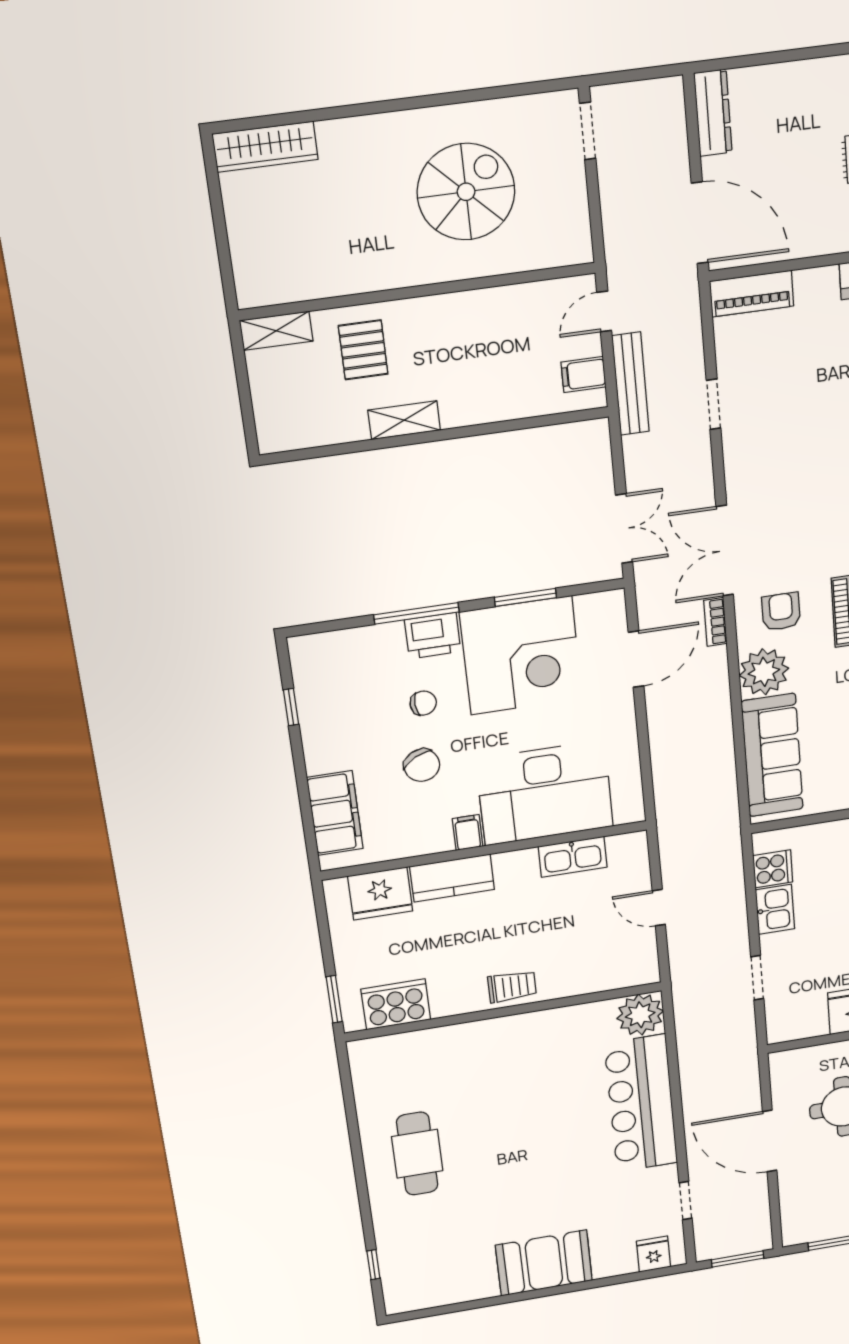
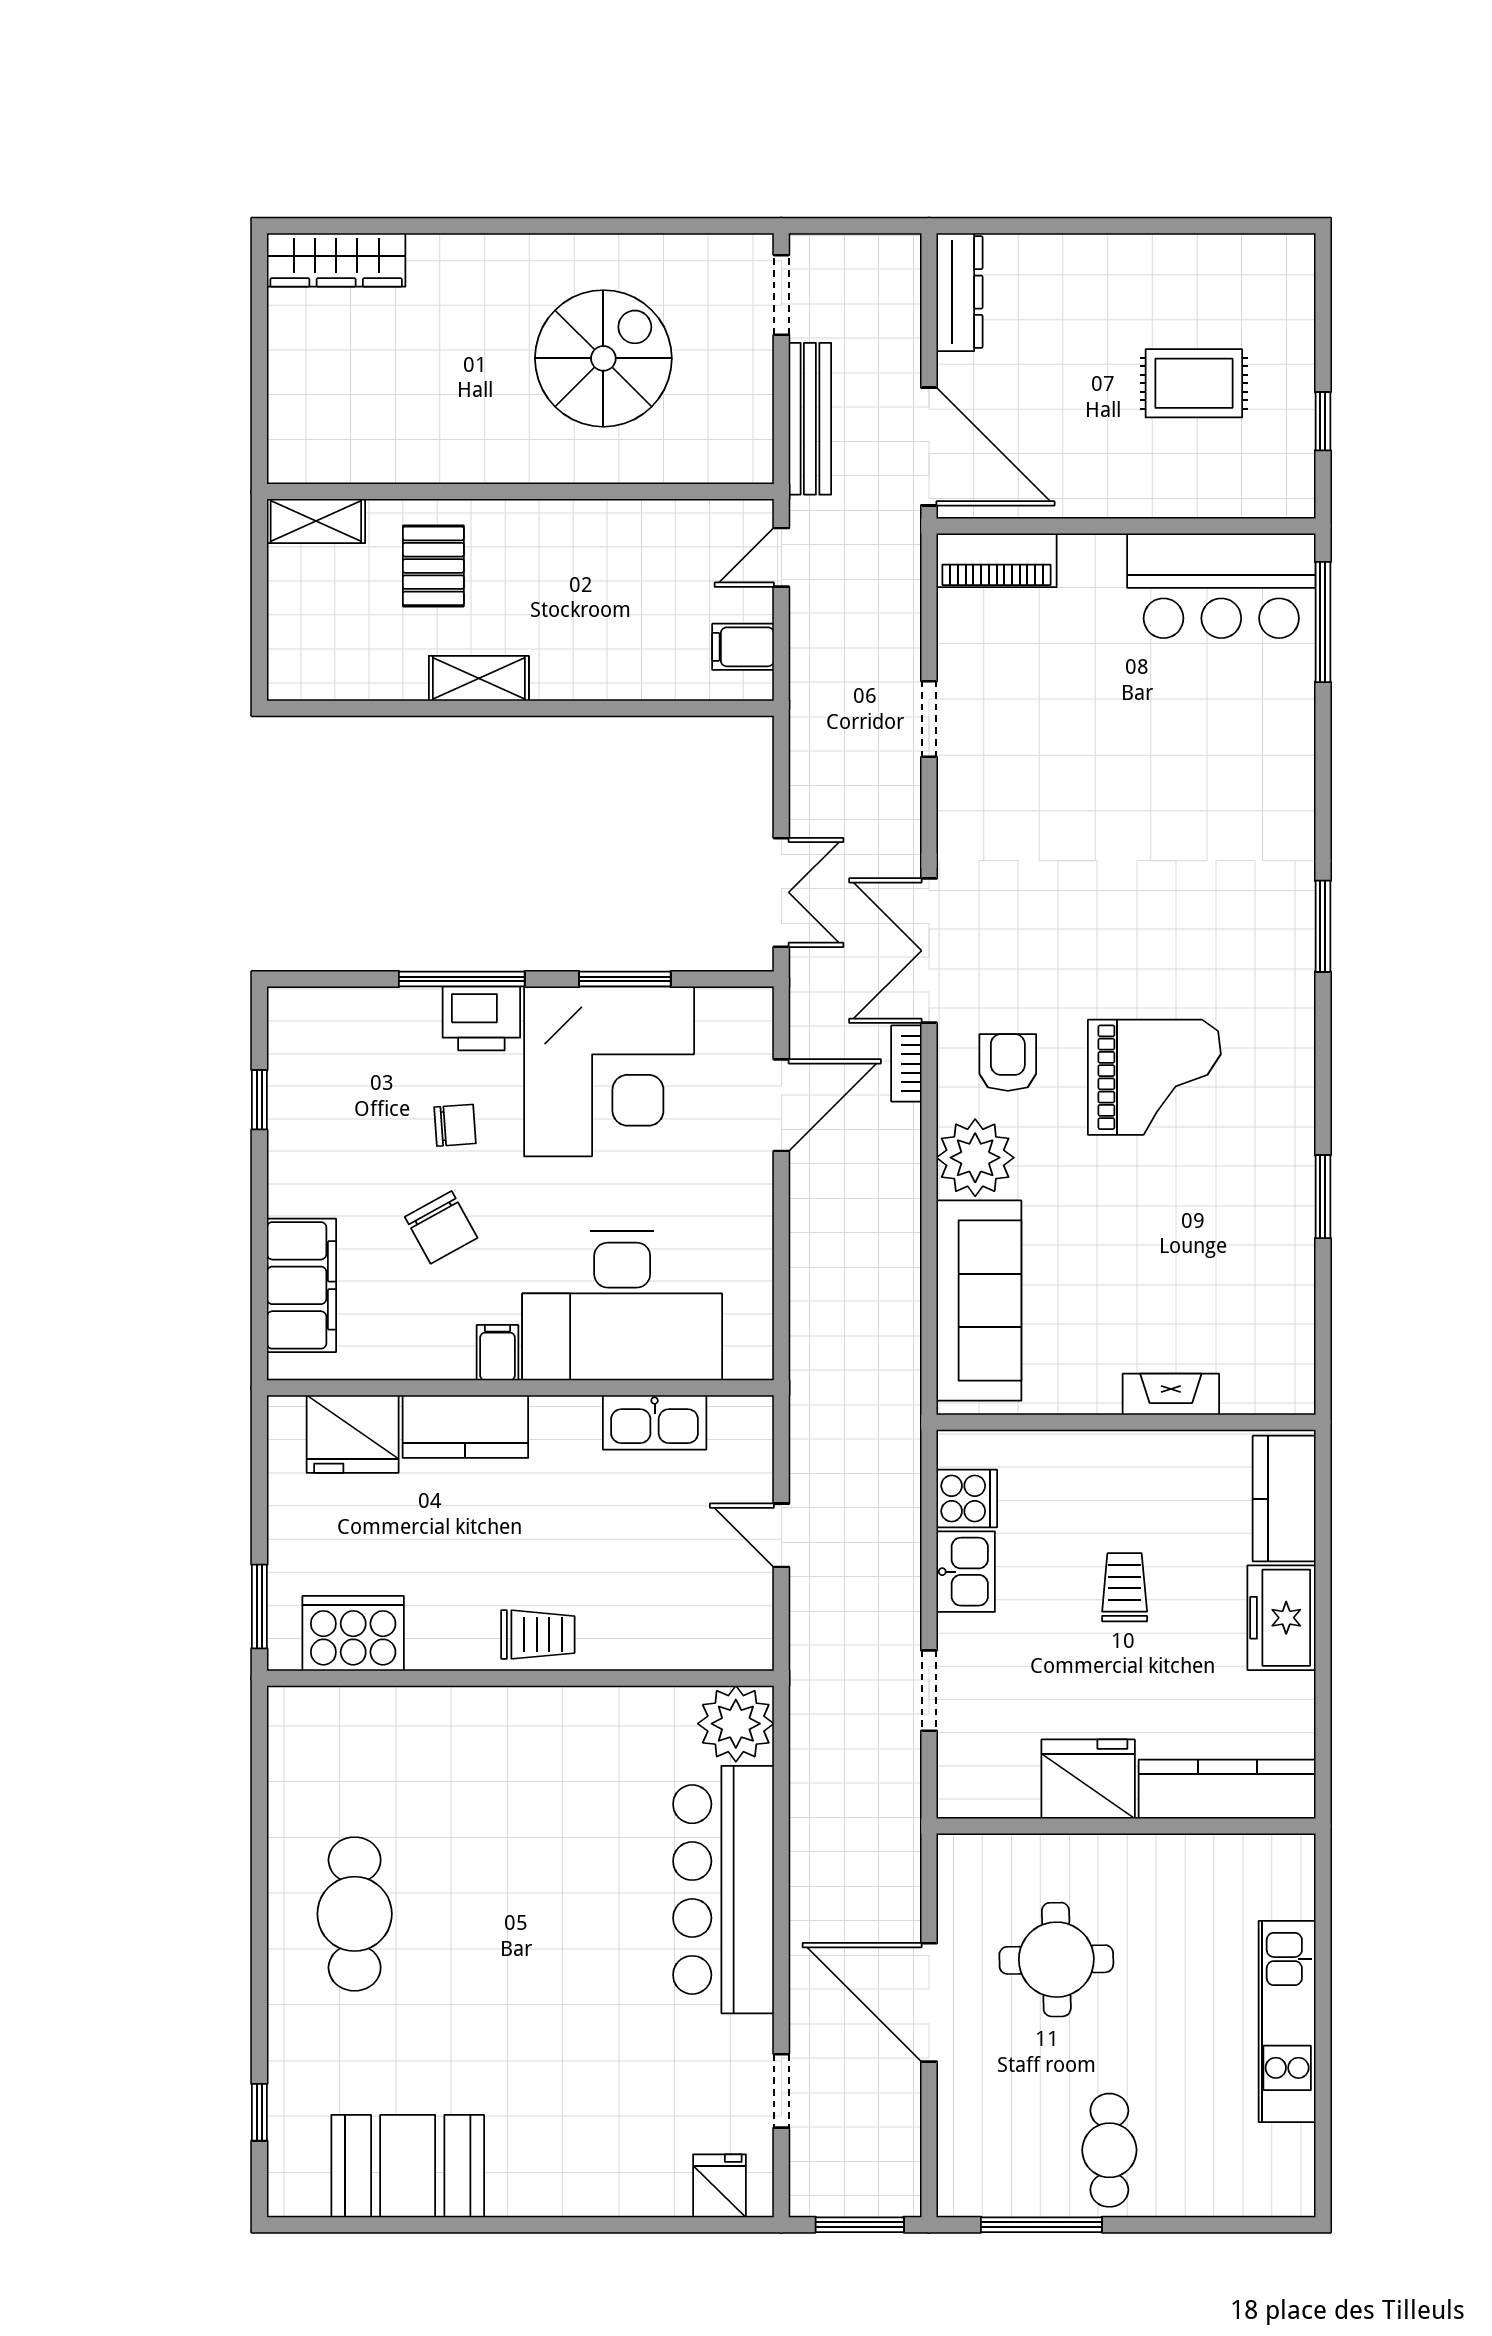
bench: (631, 384) -> (810, 419), moved
booth: (544, 1263) -> (408, 2166), moved

